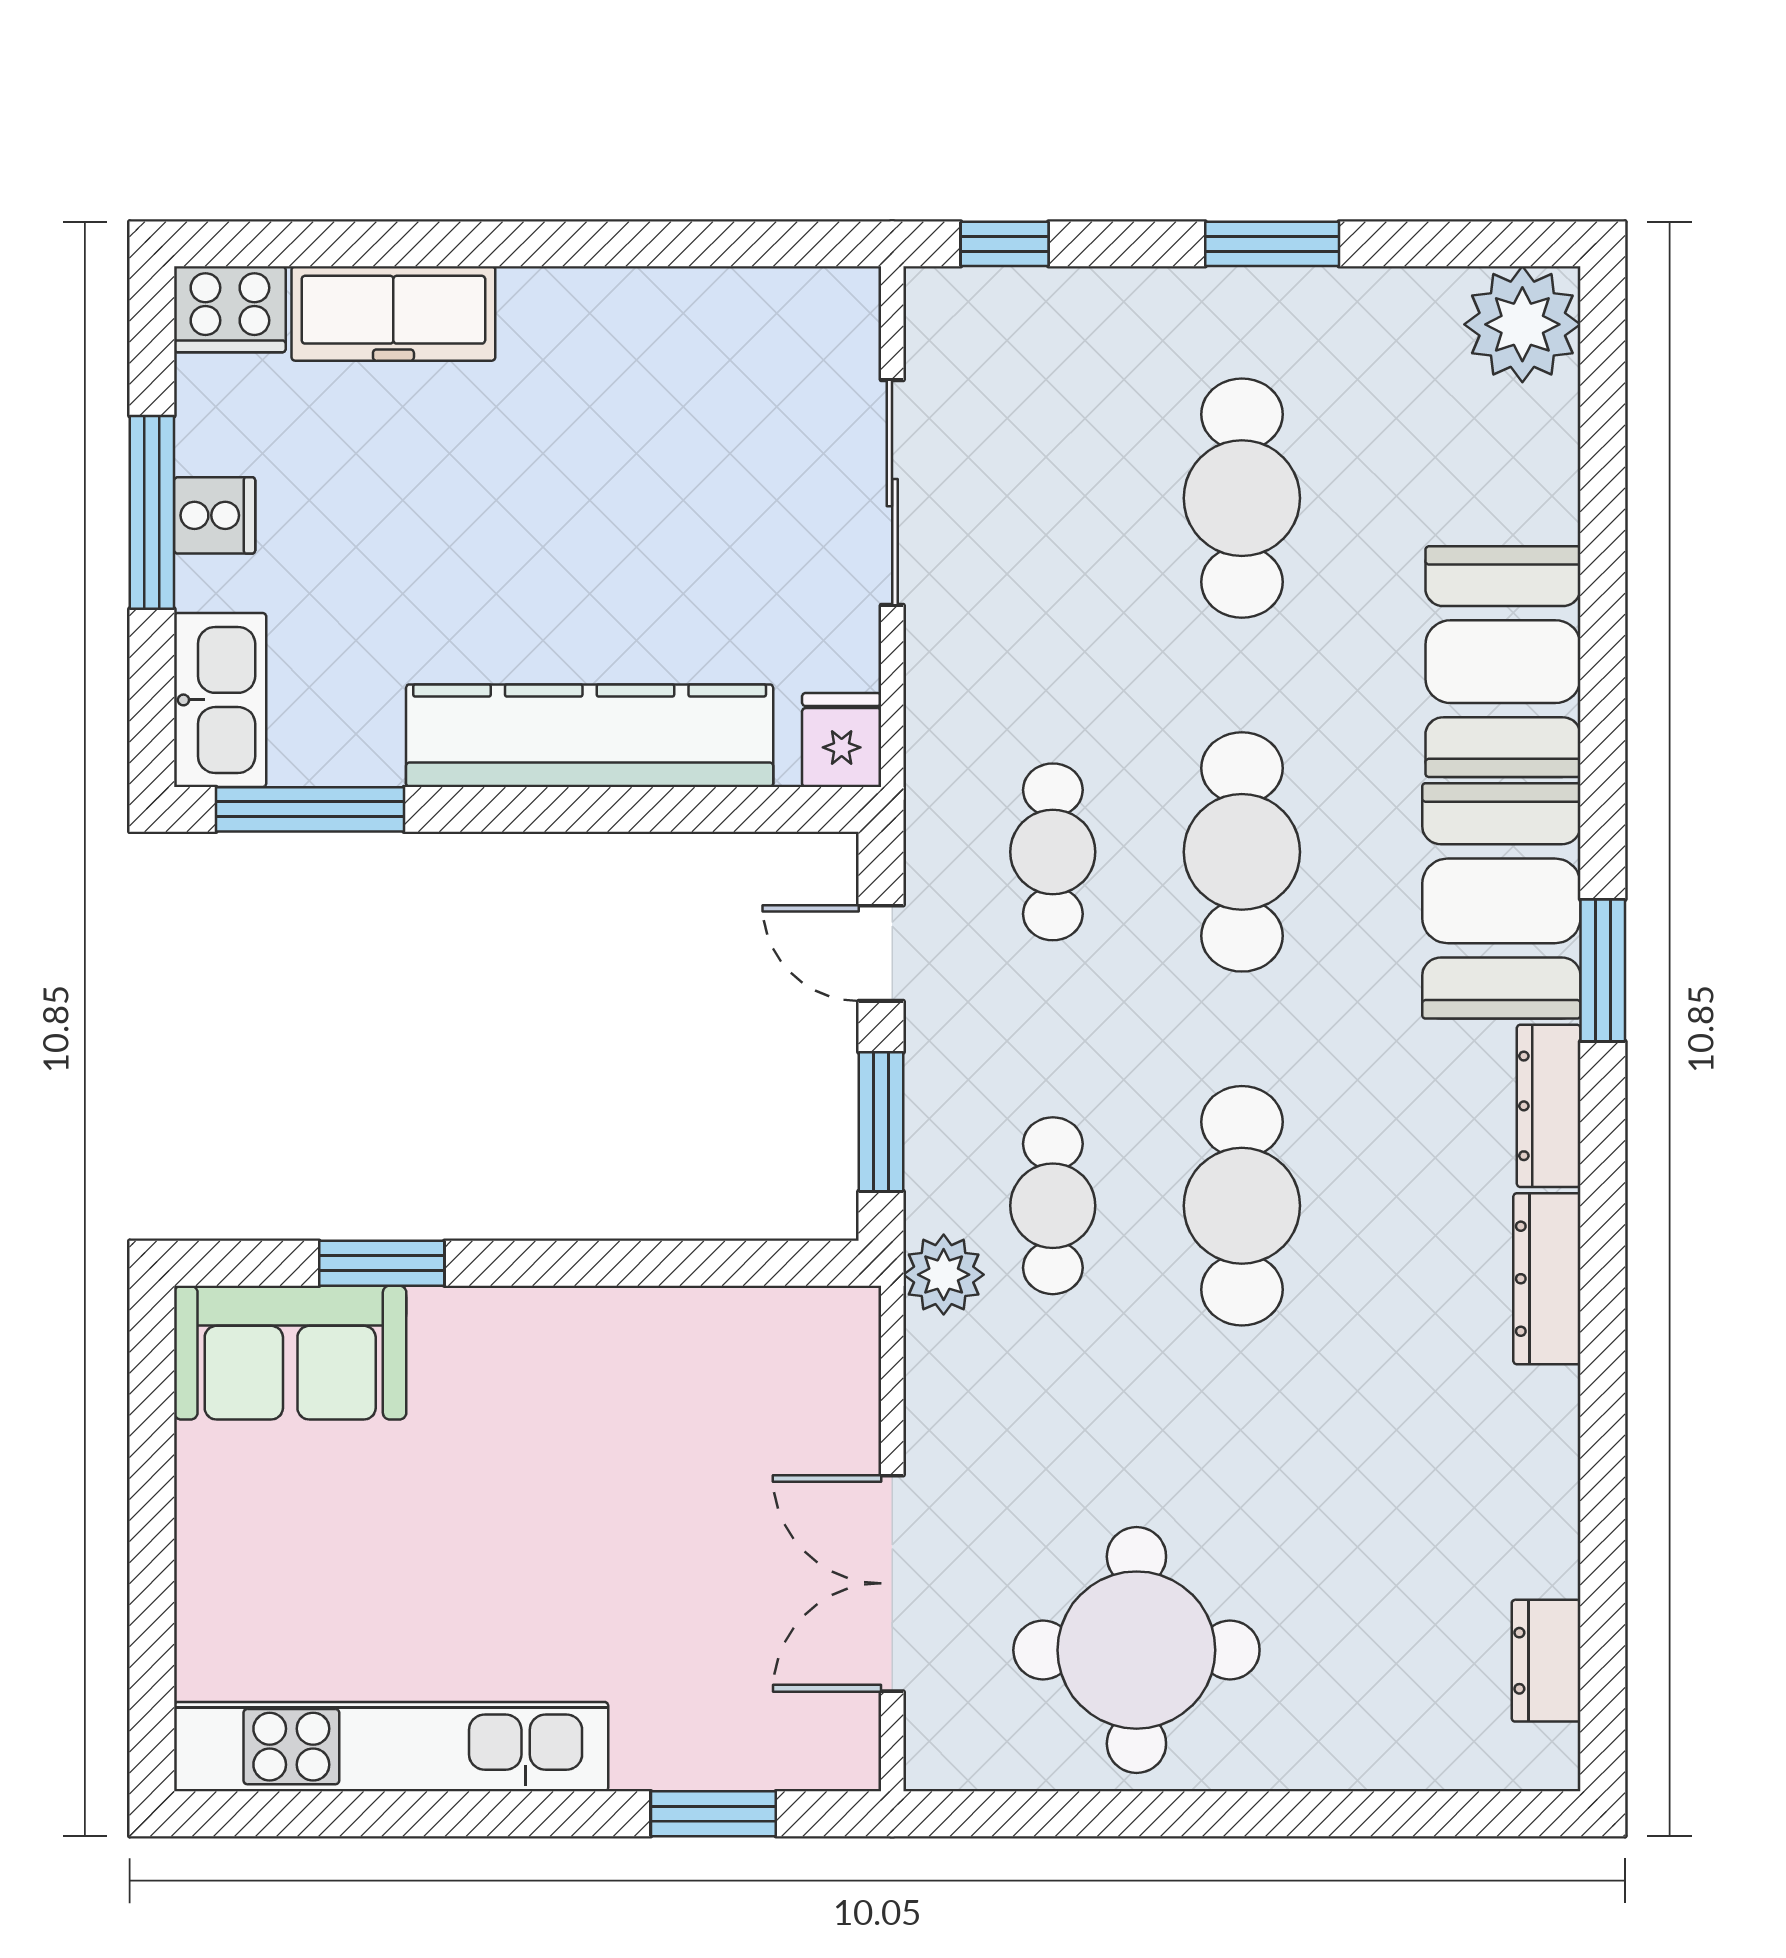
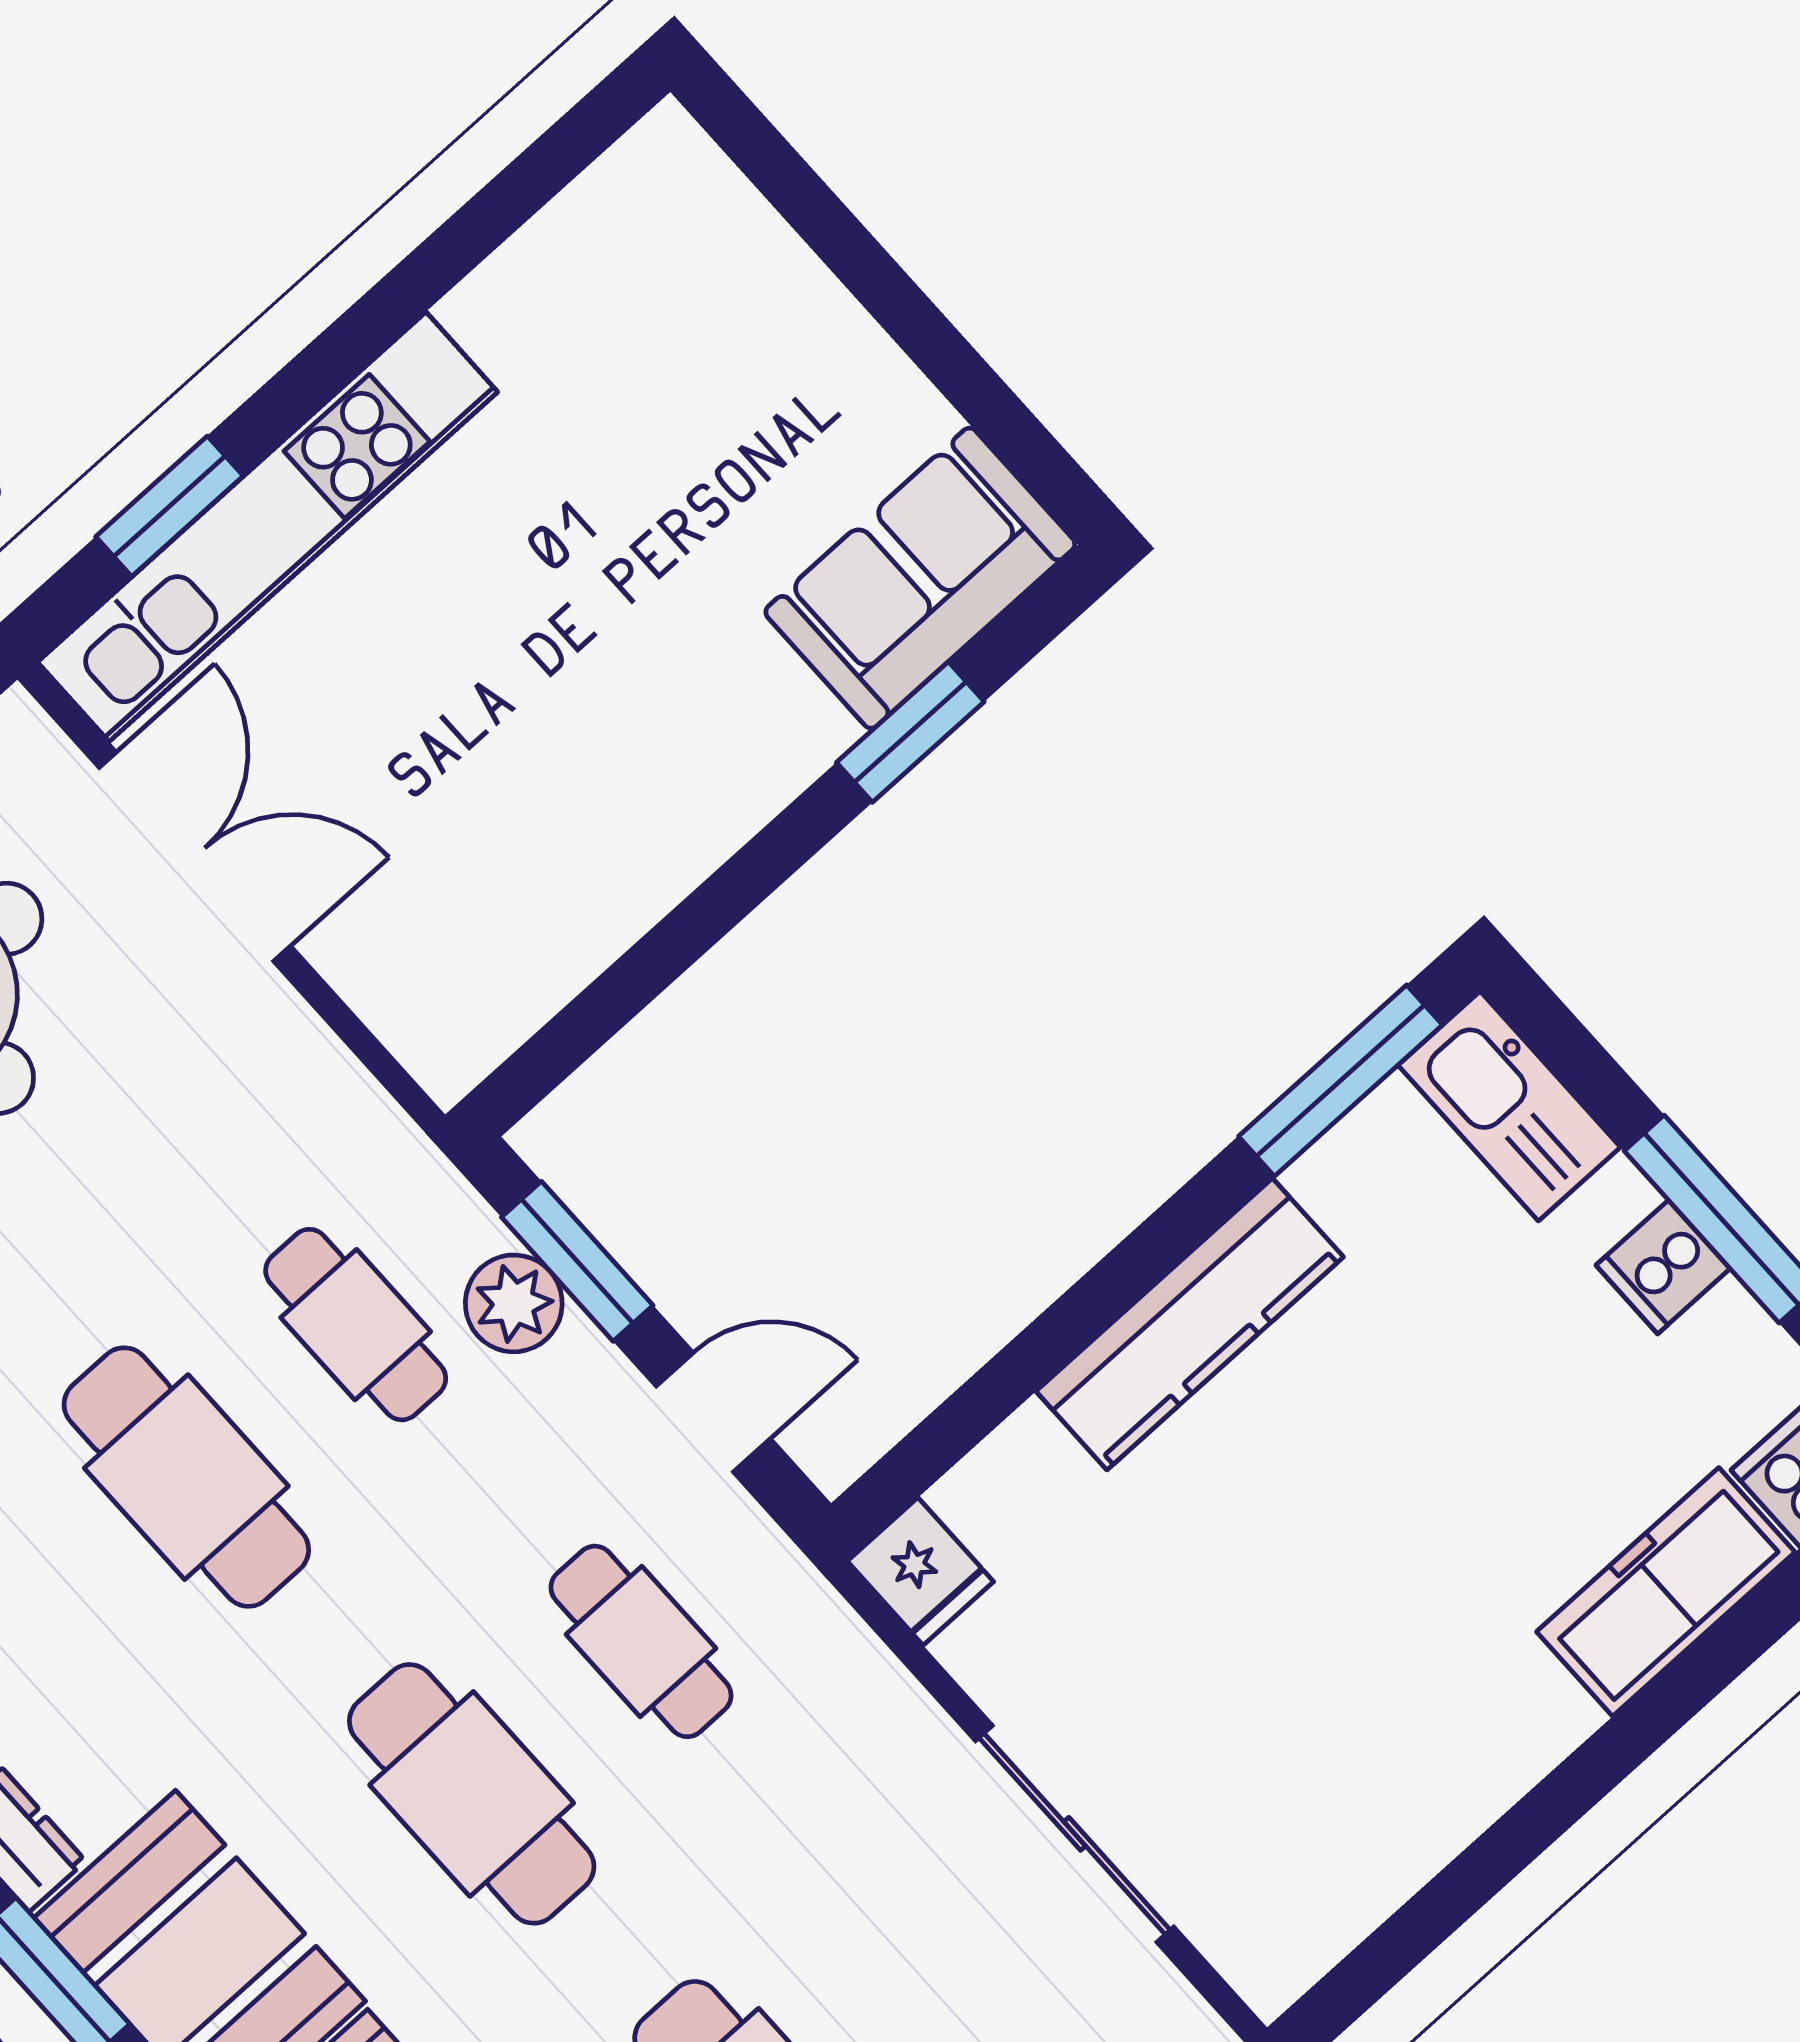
kitchen counter: (590, 736) -> (1190, 1324), width x0.72, depth x0.86
plant: (944, 1275) -> (514, 1303), moved
kitchen unit: (391, 1747) -> (268, 527), moved

